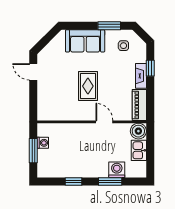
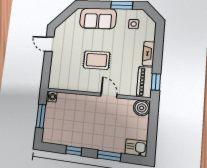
window: (150, 68) -> (156, 82), moved
rug: (88, 86) -> (97, 60), turned 90
washing machine: (43, 143) -> (52, 97), moved
kitchen sink: (139, 150) -> (136, 148), moved, turned 90
washing machine: (117, 170) -> (117, 145), removed

